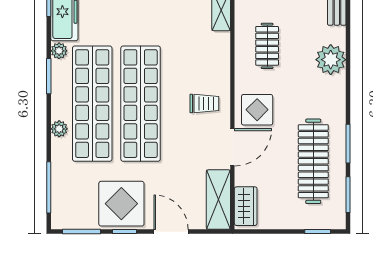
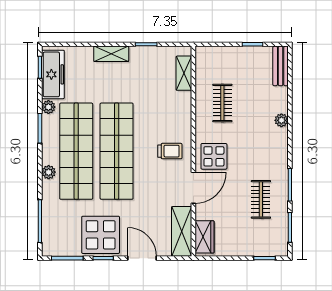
plant: (331, 60) -> (281, 120), width x0.53, depth x0.53
clothes rail: (313, 161) -> (261, 199), width x0.54, depth x0.76

